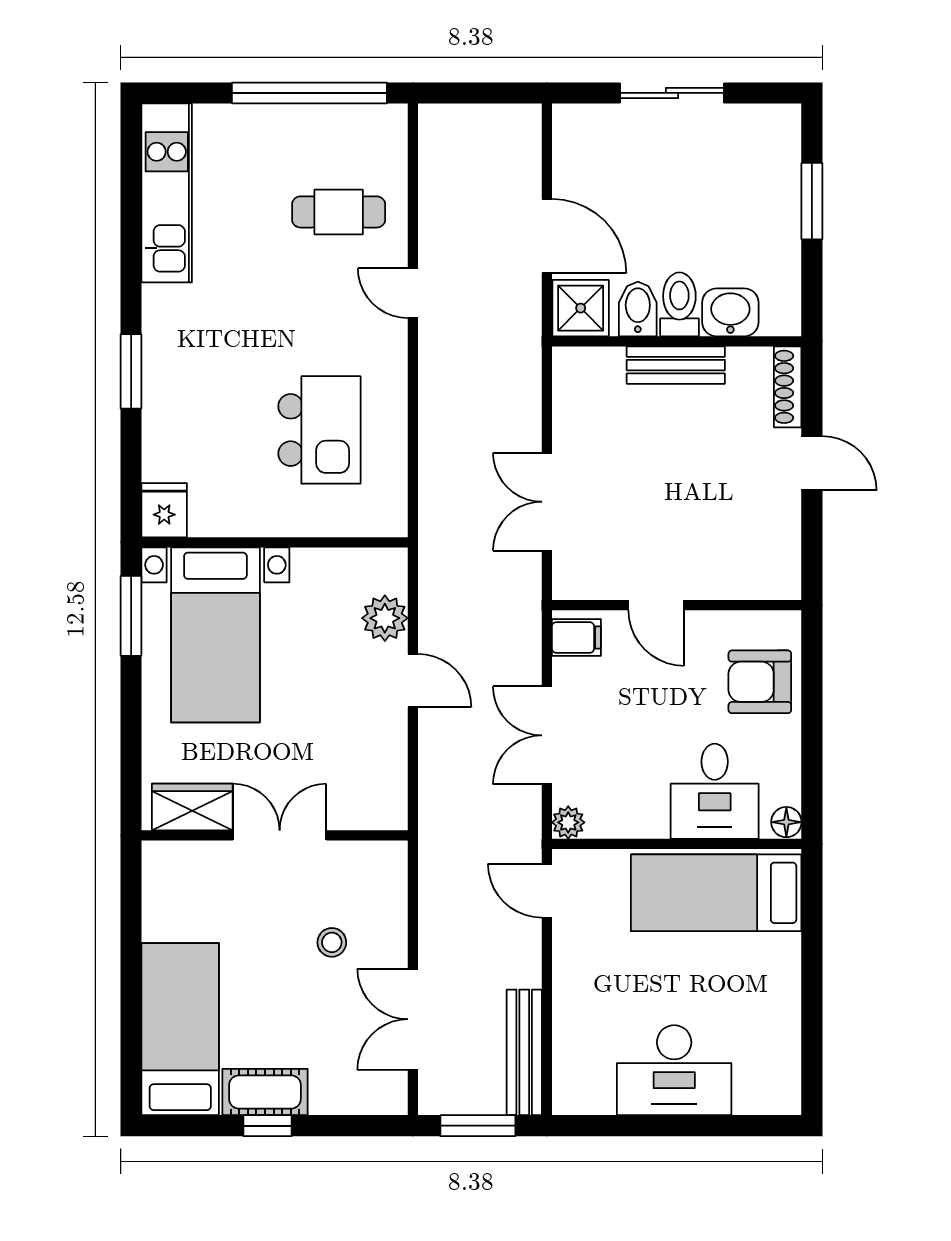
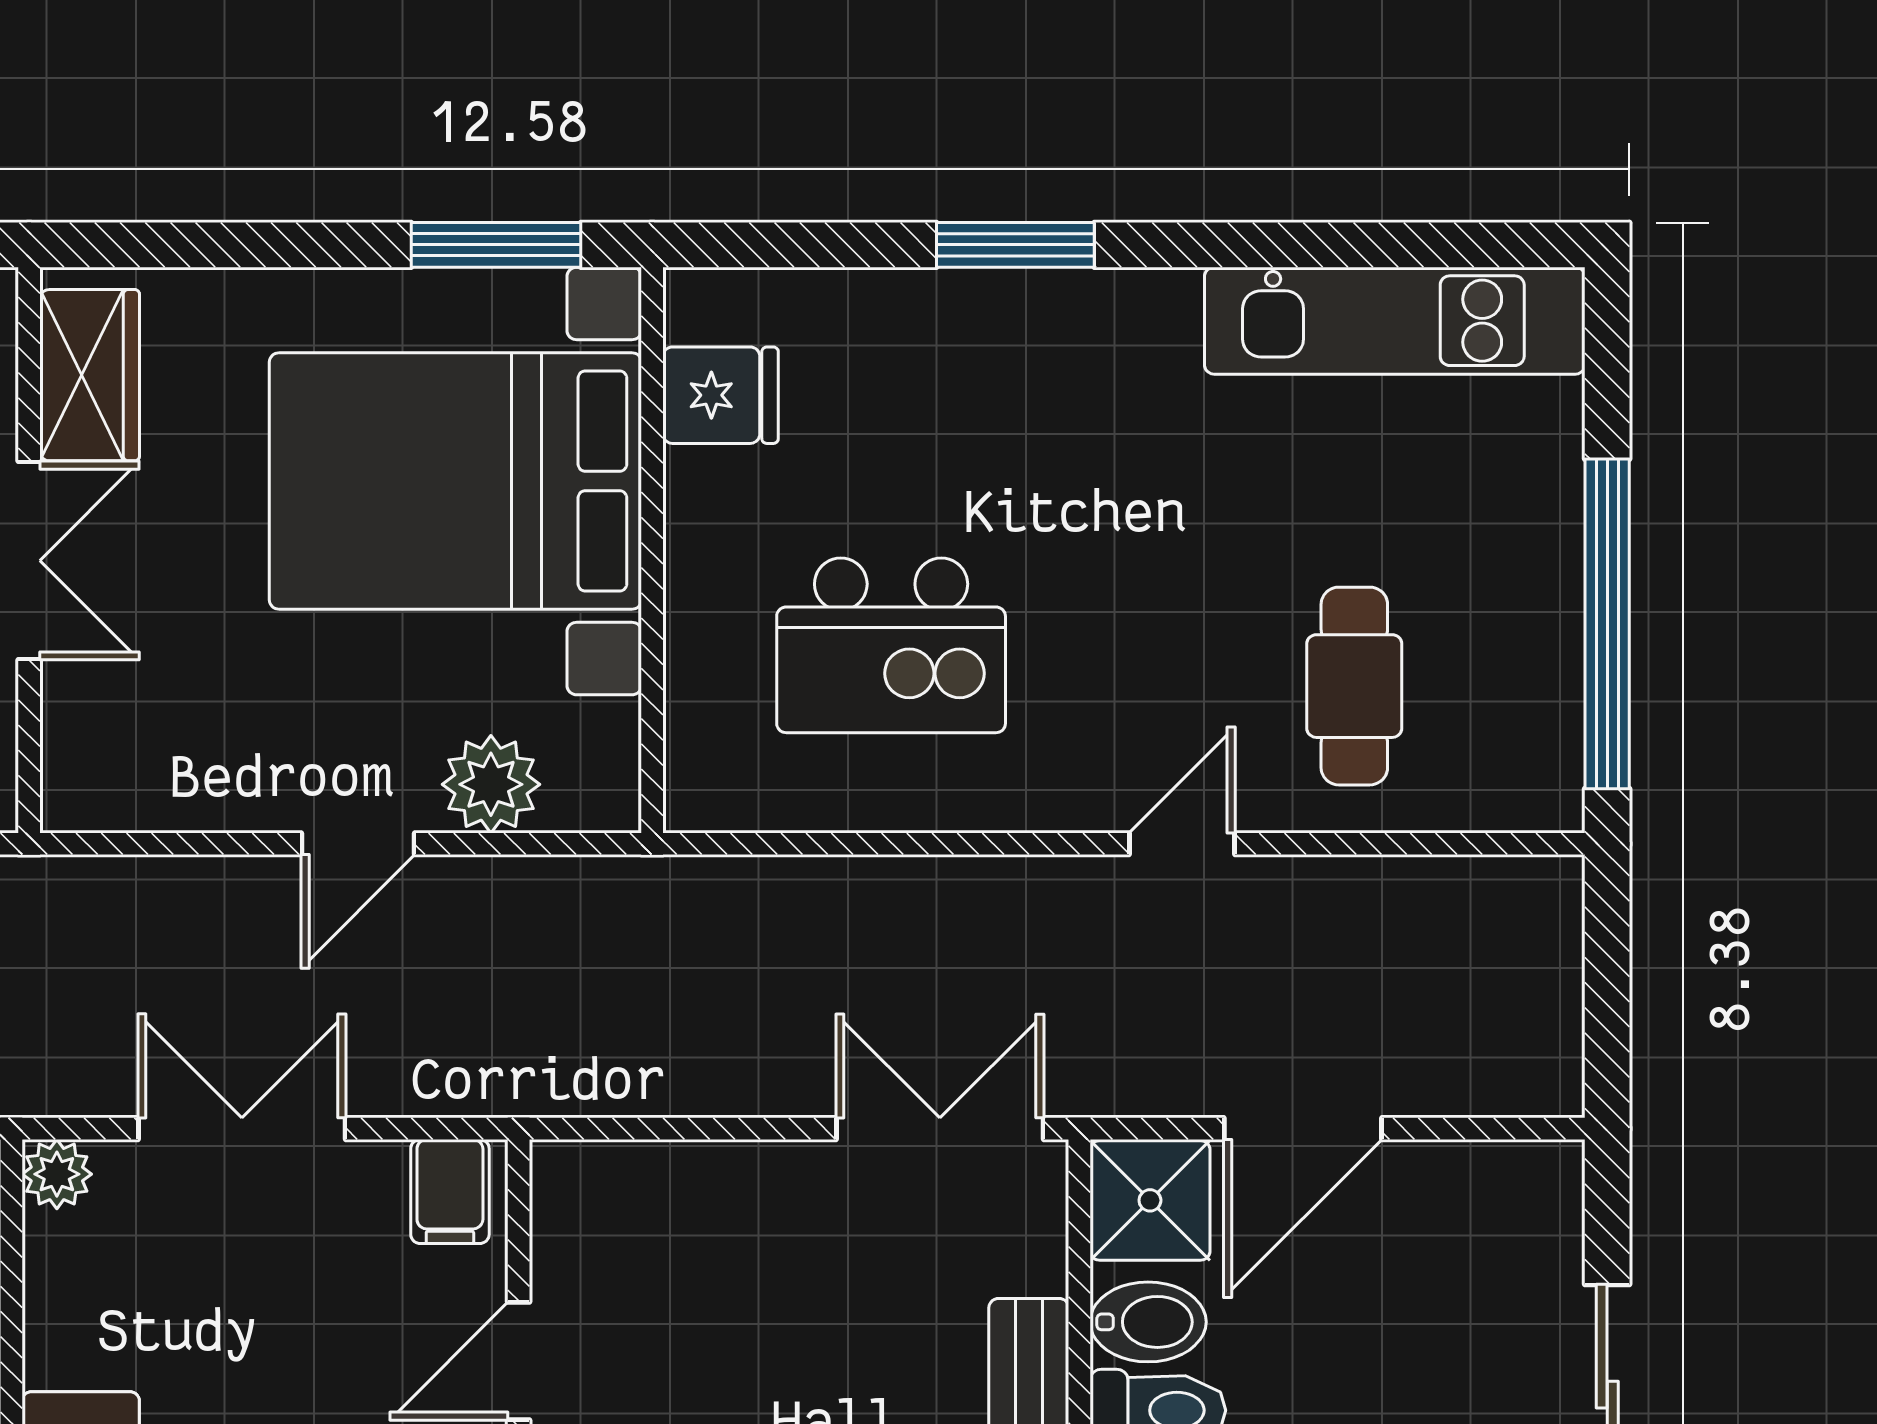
double door: (547, 502) -> (940, 1129), moved
fridge: (164, 510) -> (720, 395), moved
bed with nightstands: (215, 635) -> (455, 481), width x1.36

